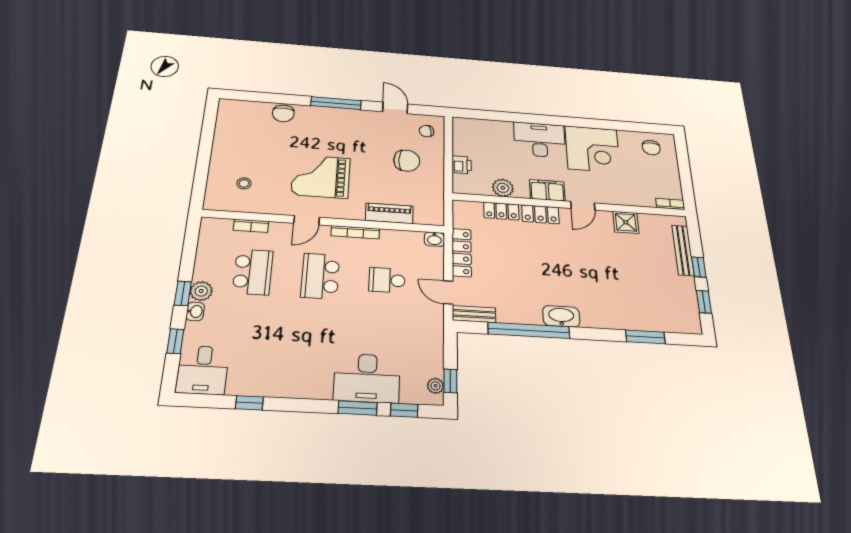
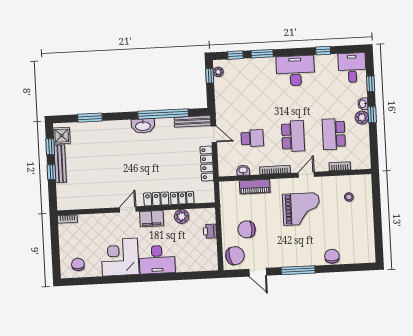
chair: (427, 131) -> (235, 256), width x1.87, depth x1.87
shower: (626, 222) -> (62, 136), moved
washbasin: (434, 239) -> (243, 170), moved
bench: (683, 250) -> (60, 164), moved
bench: (474, 314) -> (193, 121), width x1.36
desk: (367, 378) -> (295, 71), moved

